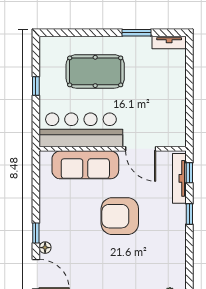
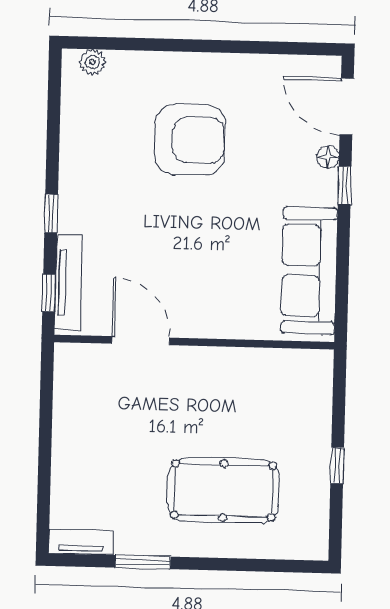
bar counter: (81, 130) -> (254, 380), removed
sofa: (85, 165) -> (309, 271), moved, turned -90
armchair: (120, 216) -> (190, 140), moved

